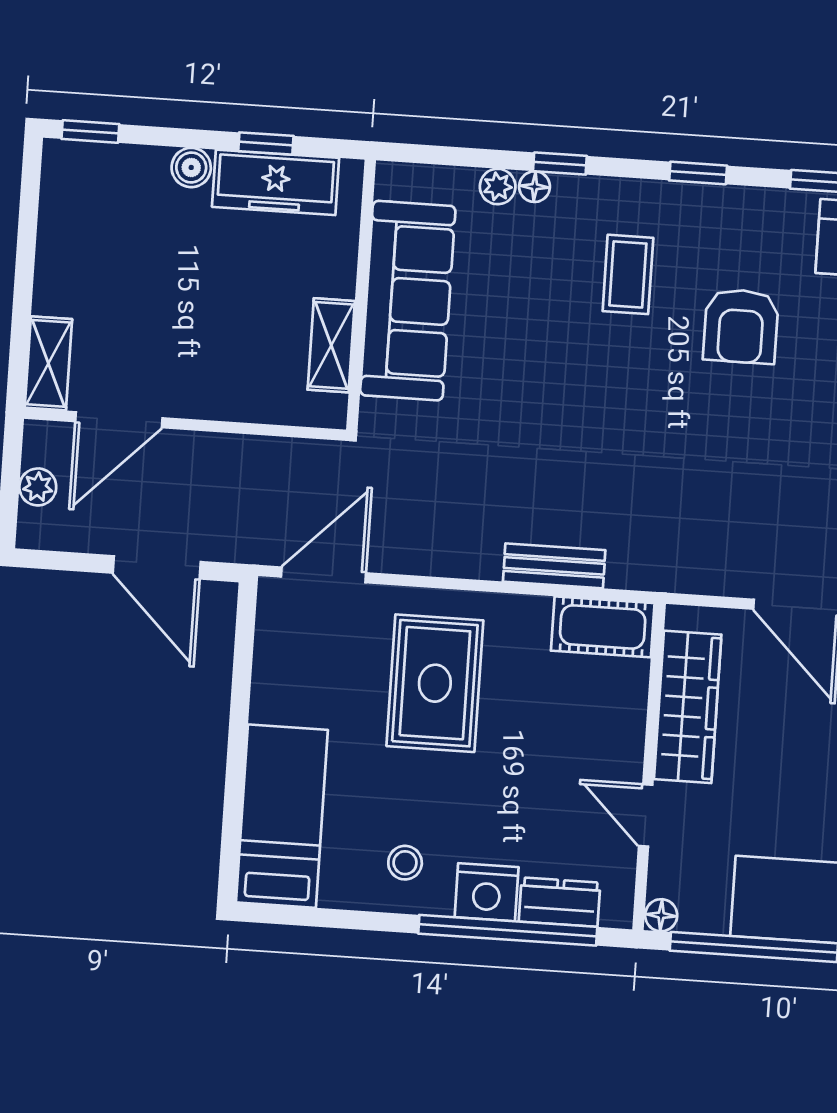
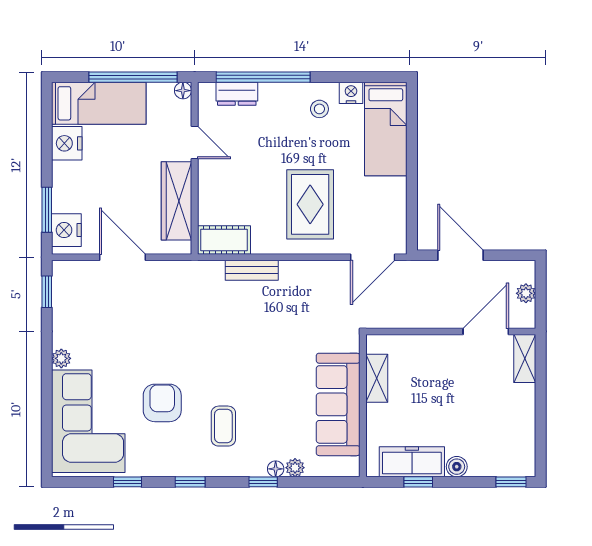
nightstand: (487, 892) -> (351, 93), moved, width x0.74, depth x0.75

